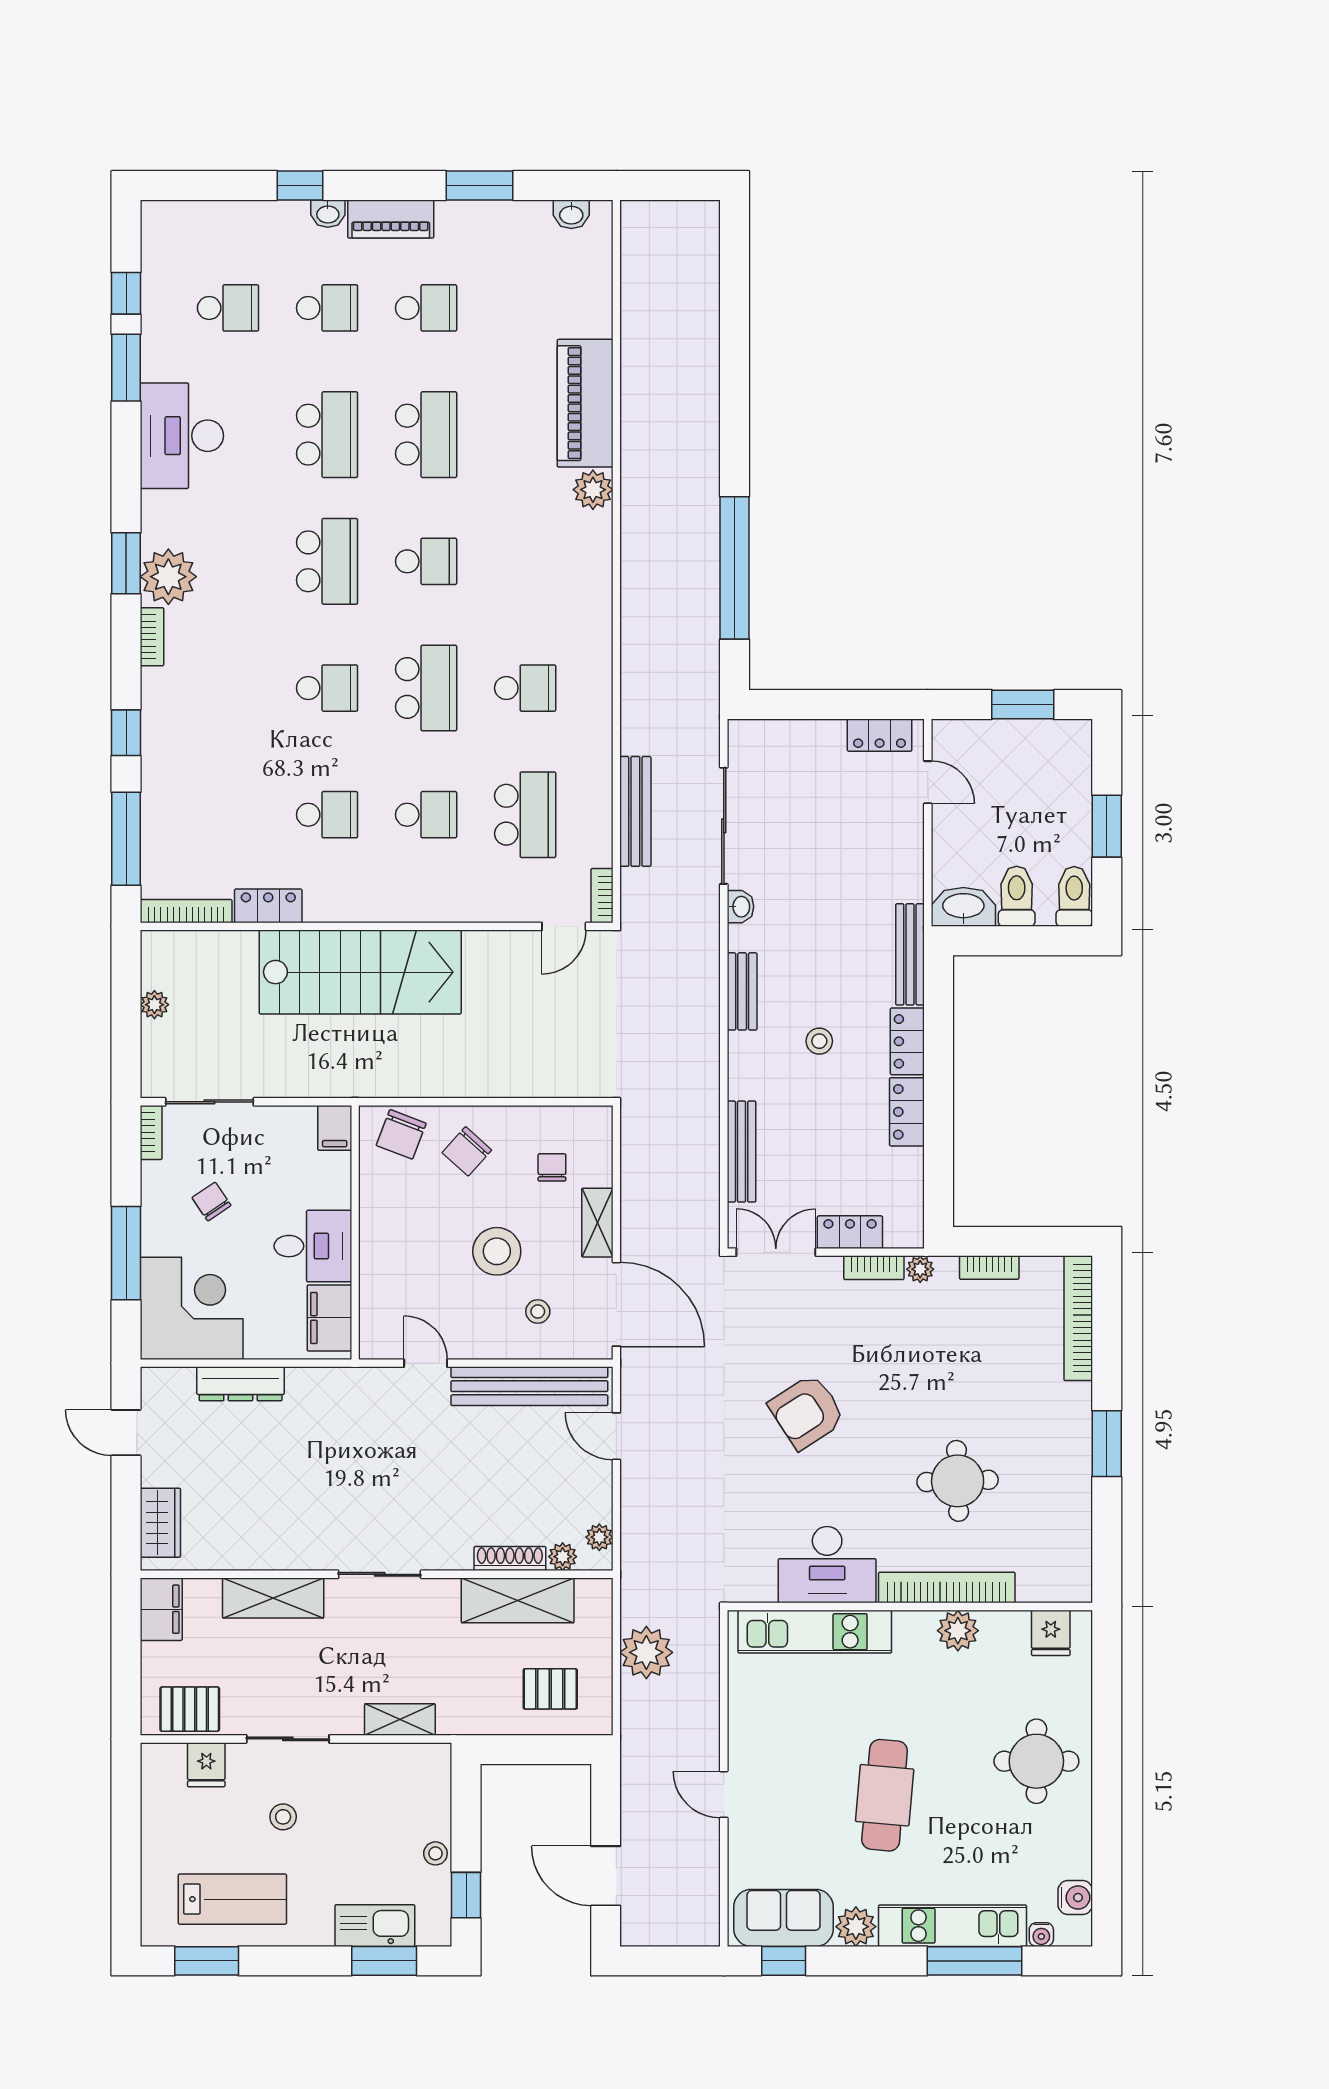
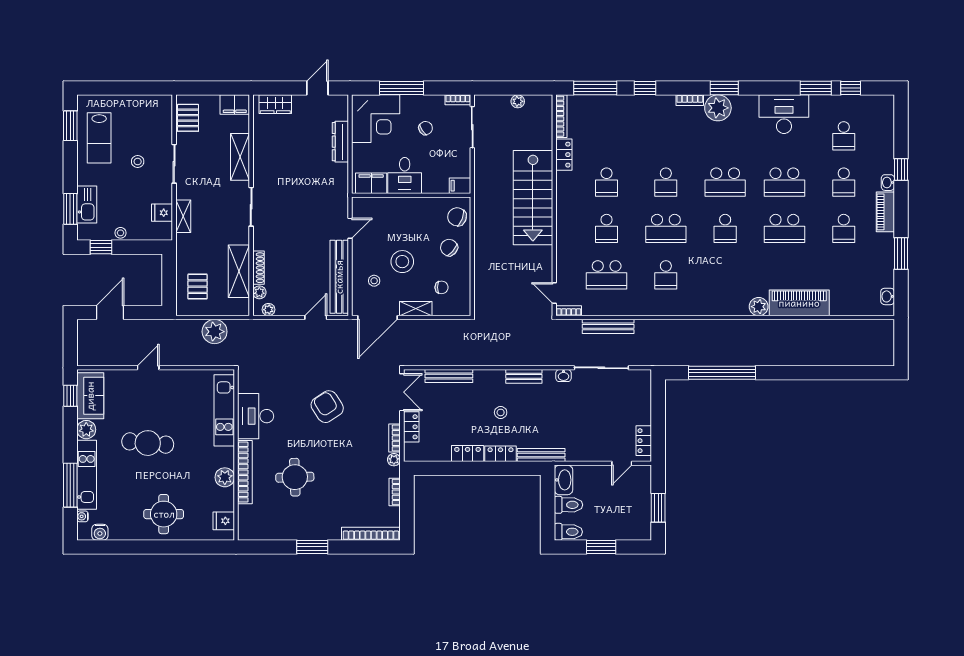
fridge: (206, 1765) -> (162, 213), moved

